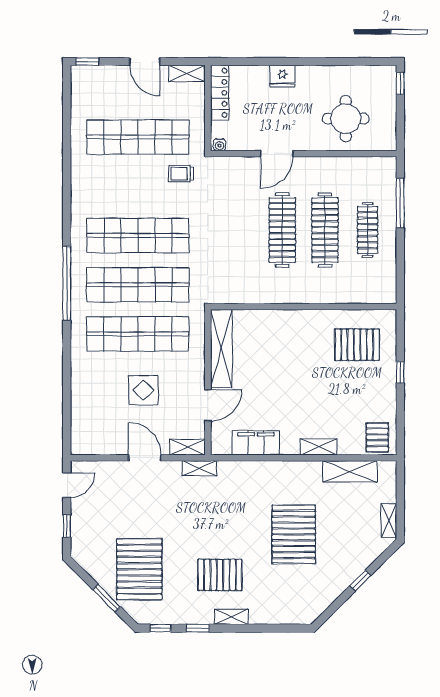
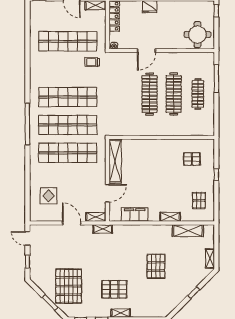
round table: (346, 119) -> (197, 35), moved
pallet: (357, 345) -> (192, 159), width x0.67, depth x0.71
display table: (143, 390) -> (49, 196), moved
pallet: (377, 437) -> (199, 200), moved
door: (67, 485) -> (27, 238), swing flipped
pallet: (294, 534) -> (156, 266), width x0.73, depth x0.71

